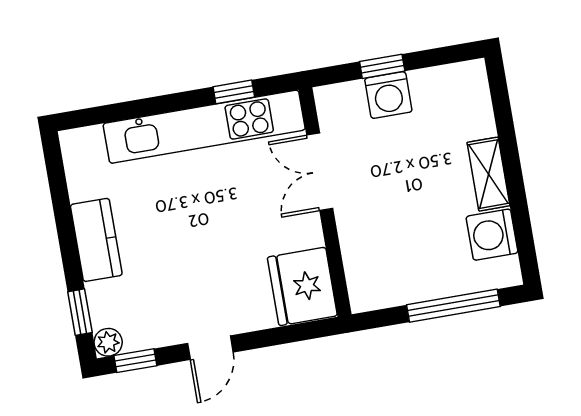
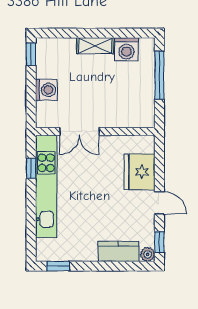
window: (382, 66) -> (31, 54), moved
kitchen counter: (96, 240) -> (119, 251), moved
fridge: (302, 286) -> (139, 172), moved, turned 90
window: (80, 312) -> (58, 266), moved

